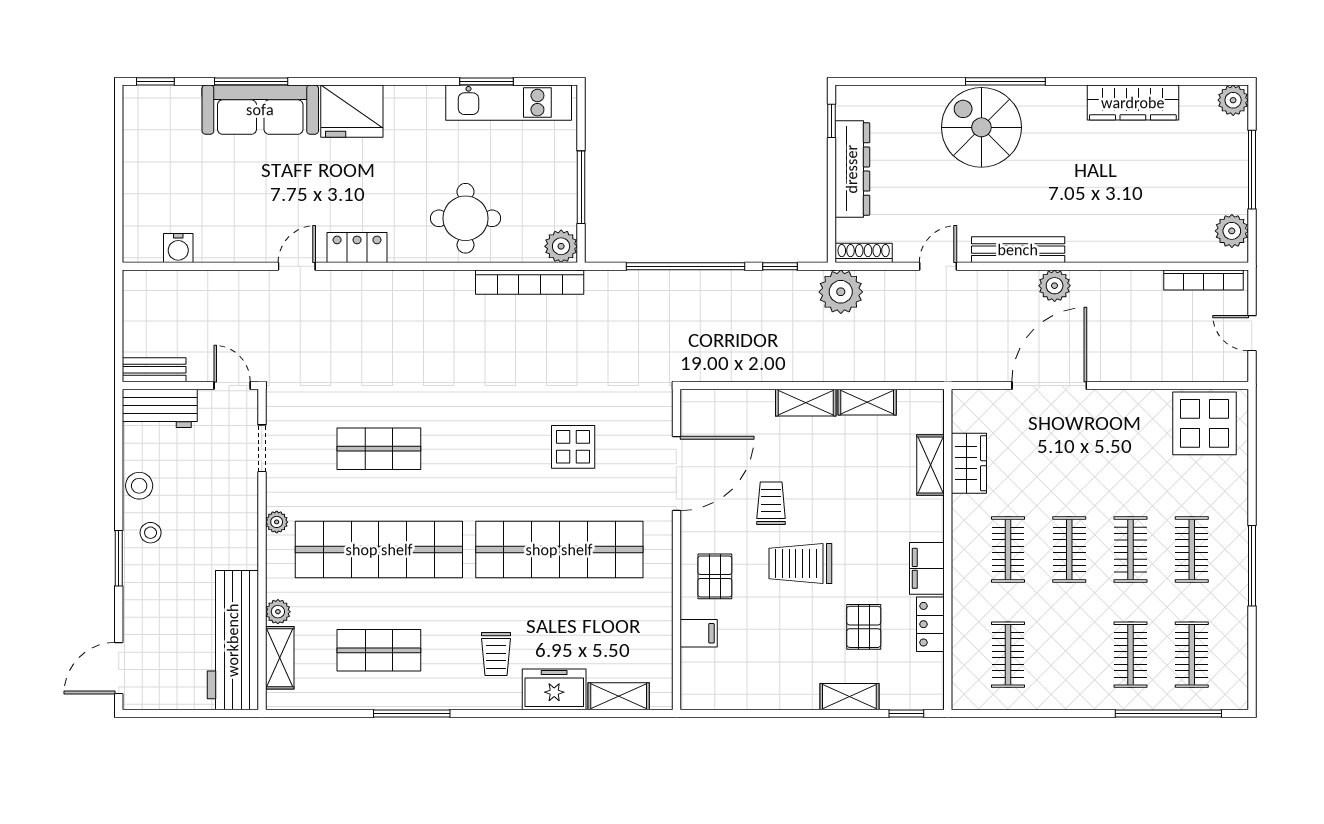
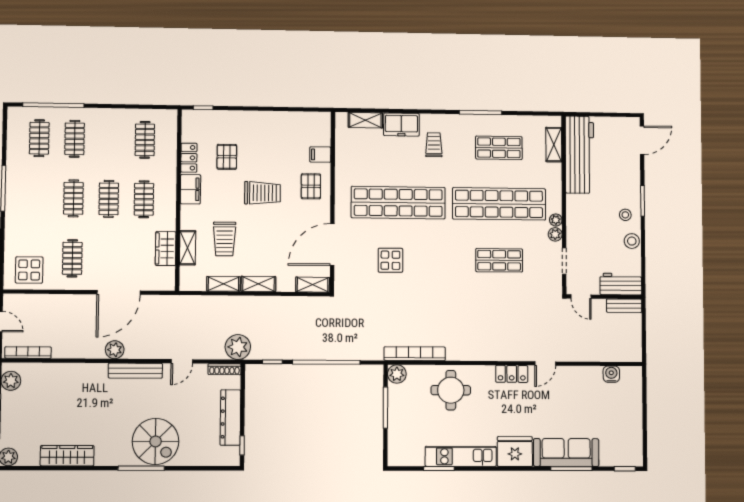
kitchen unit: (509, 103) -> (461, 456), moved
display table: (1205, 423) -> (29, 270), width x0.73, depth x0.73
trolley: (771, 503) -> (225, 239), moved, width x1.36, depth x1.39
clothes rail: (1192, 550) -> (72, 258), moved
plant: (278, 612) -> (555, 234), moved
shelving: (849, 697) -> (313, 285), moved

